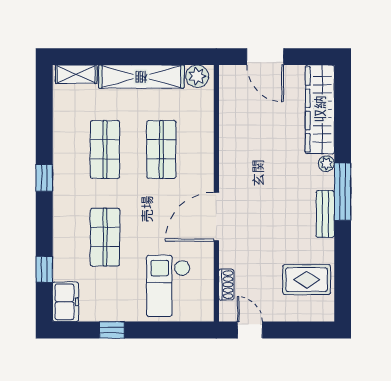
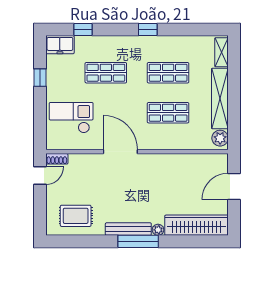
bench: (325, 214) -> (128, 229), width x1.36
rug: (307, 280) -> (76, 216), turned 90
shoe rack: (226, 285) -> (57, 159), moved

